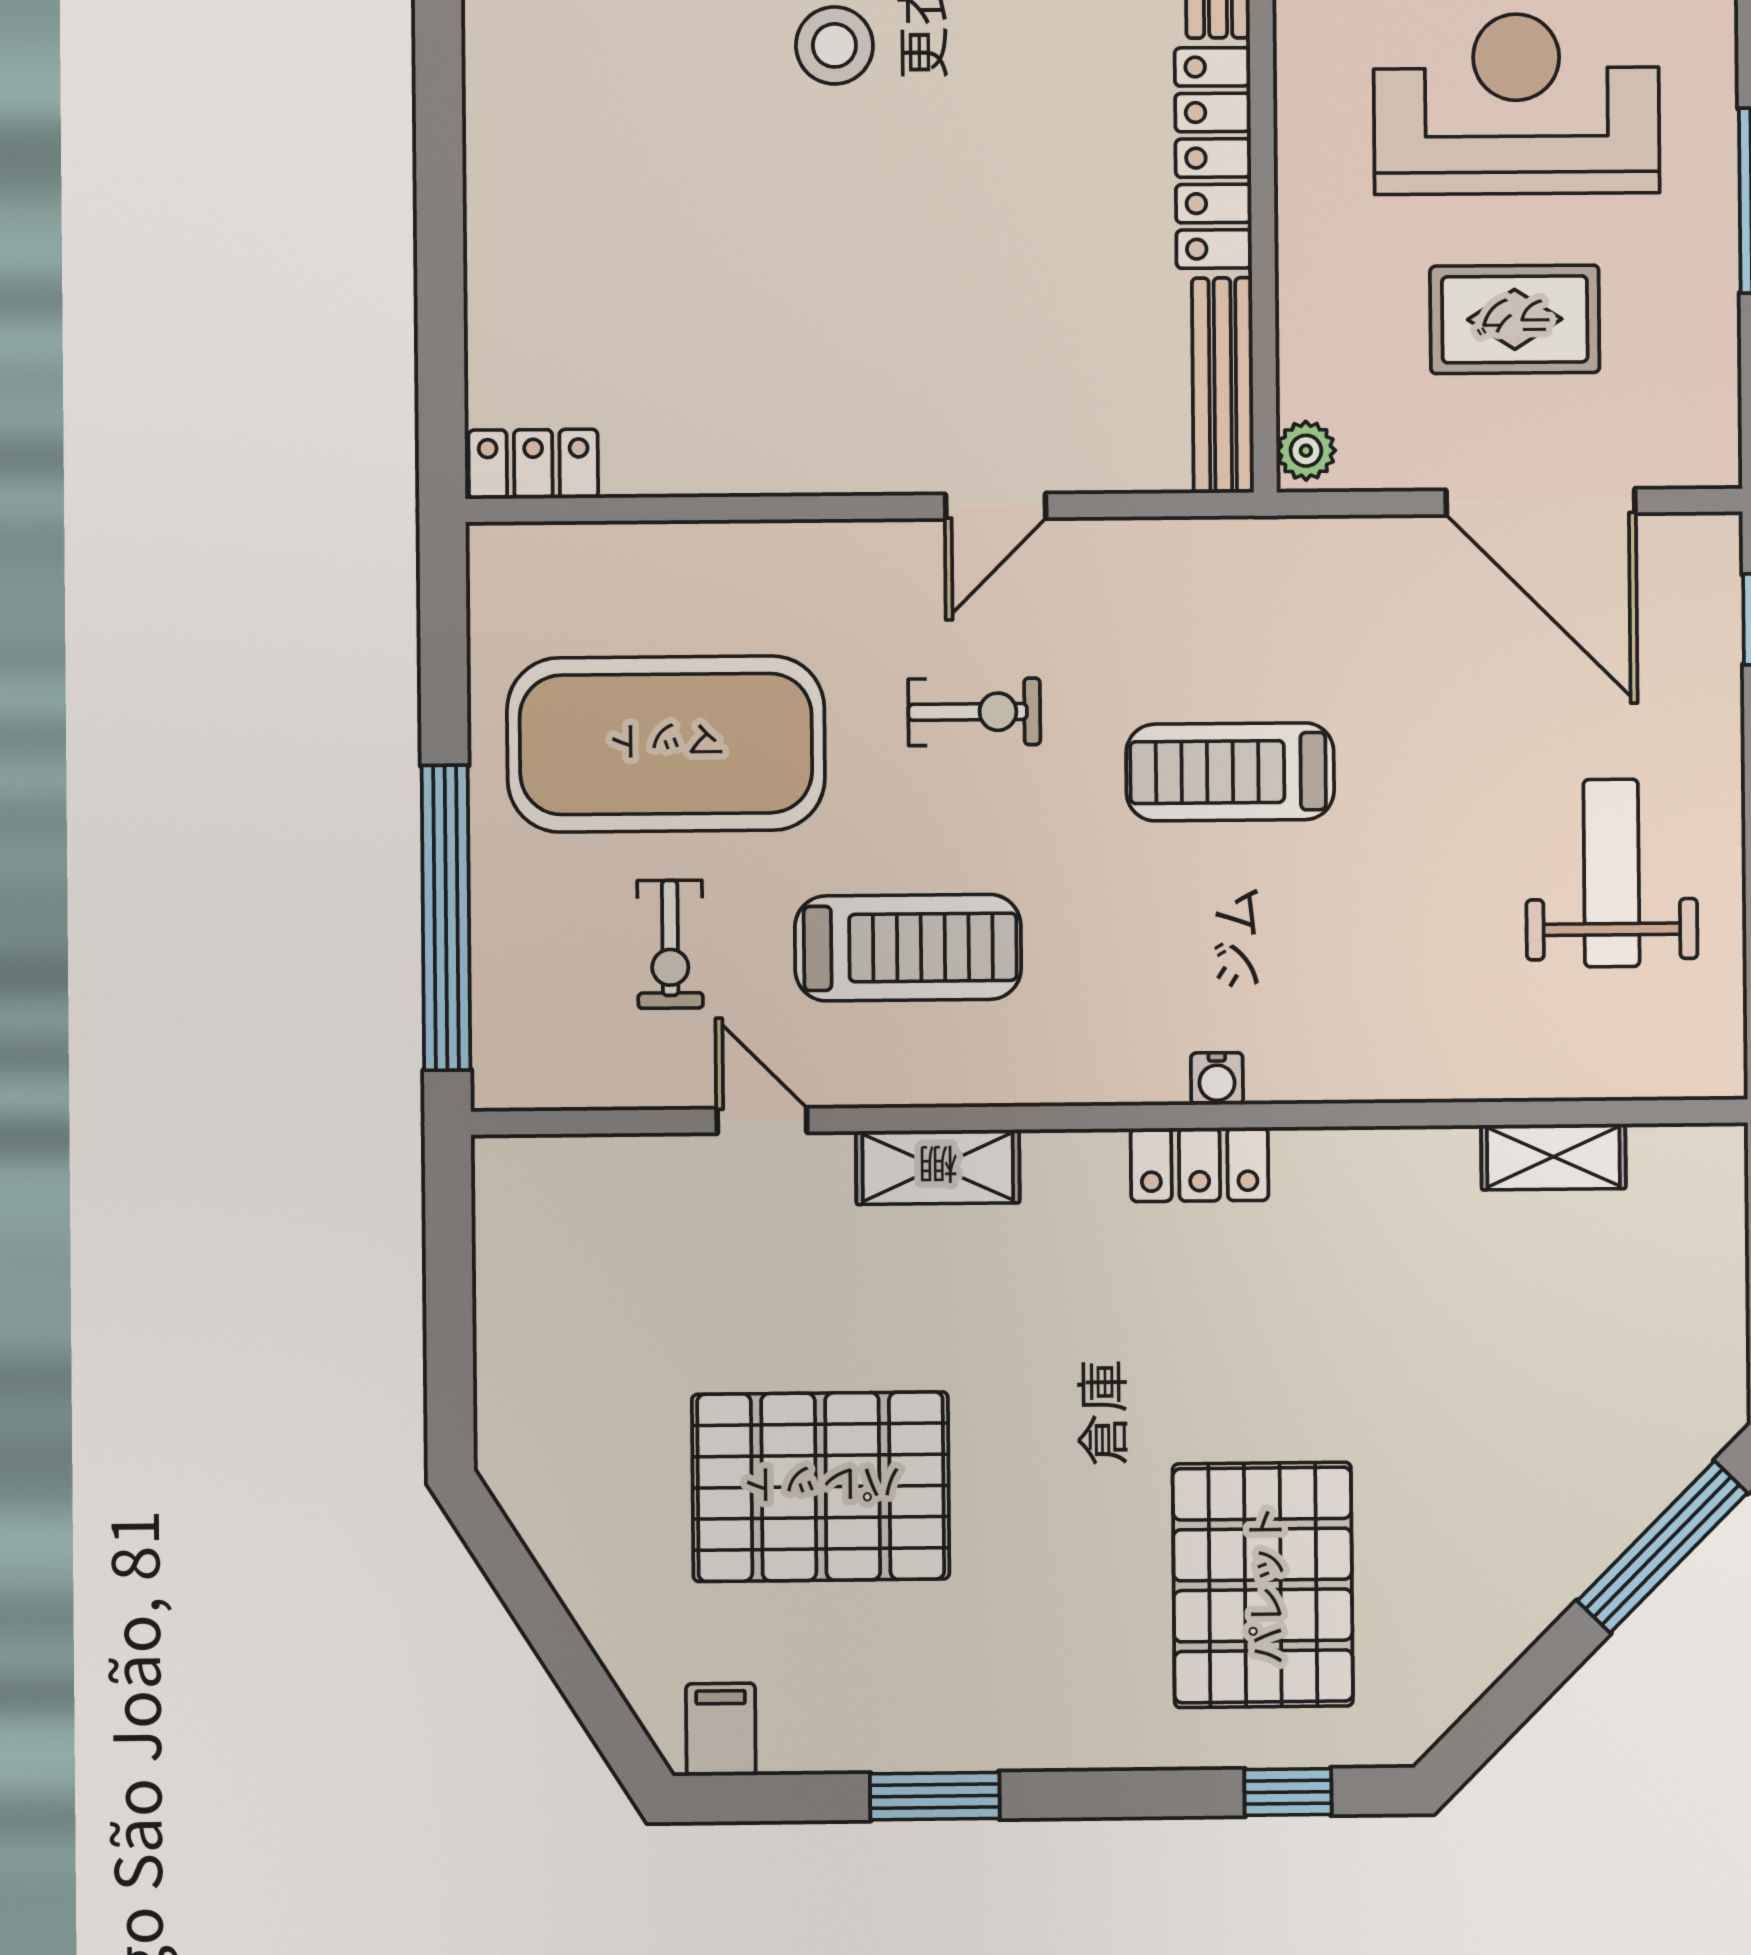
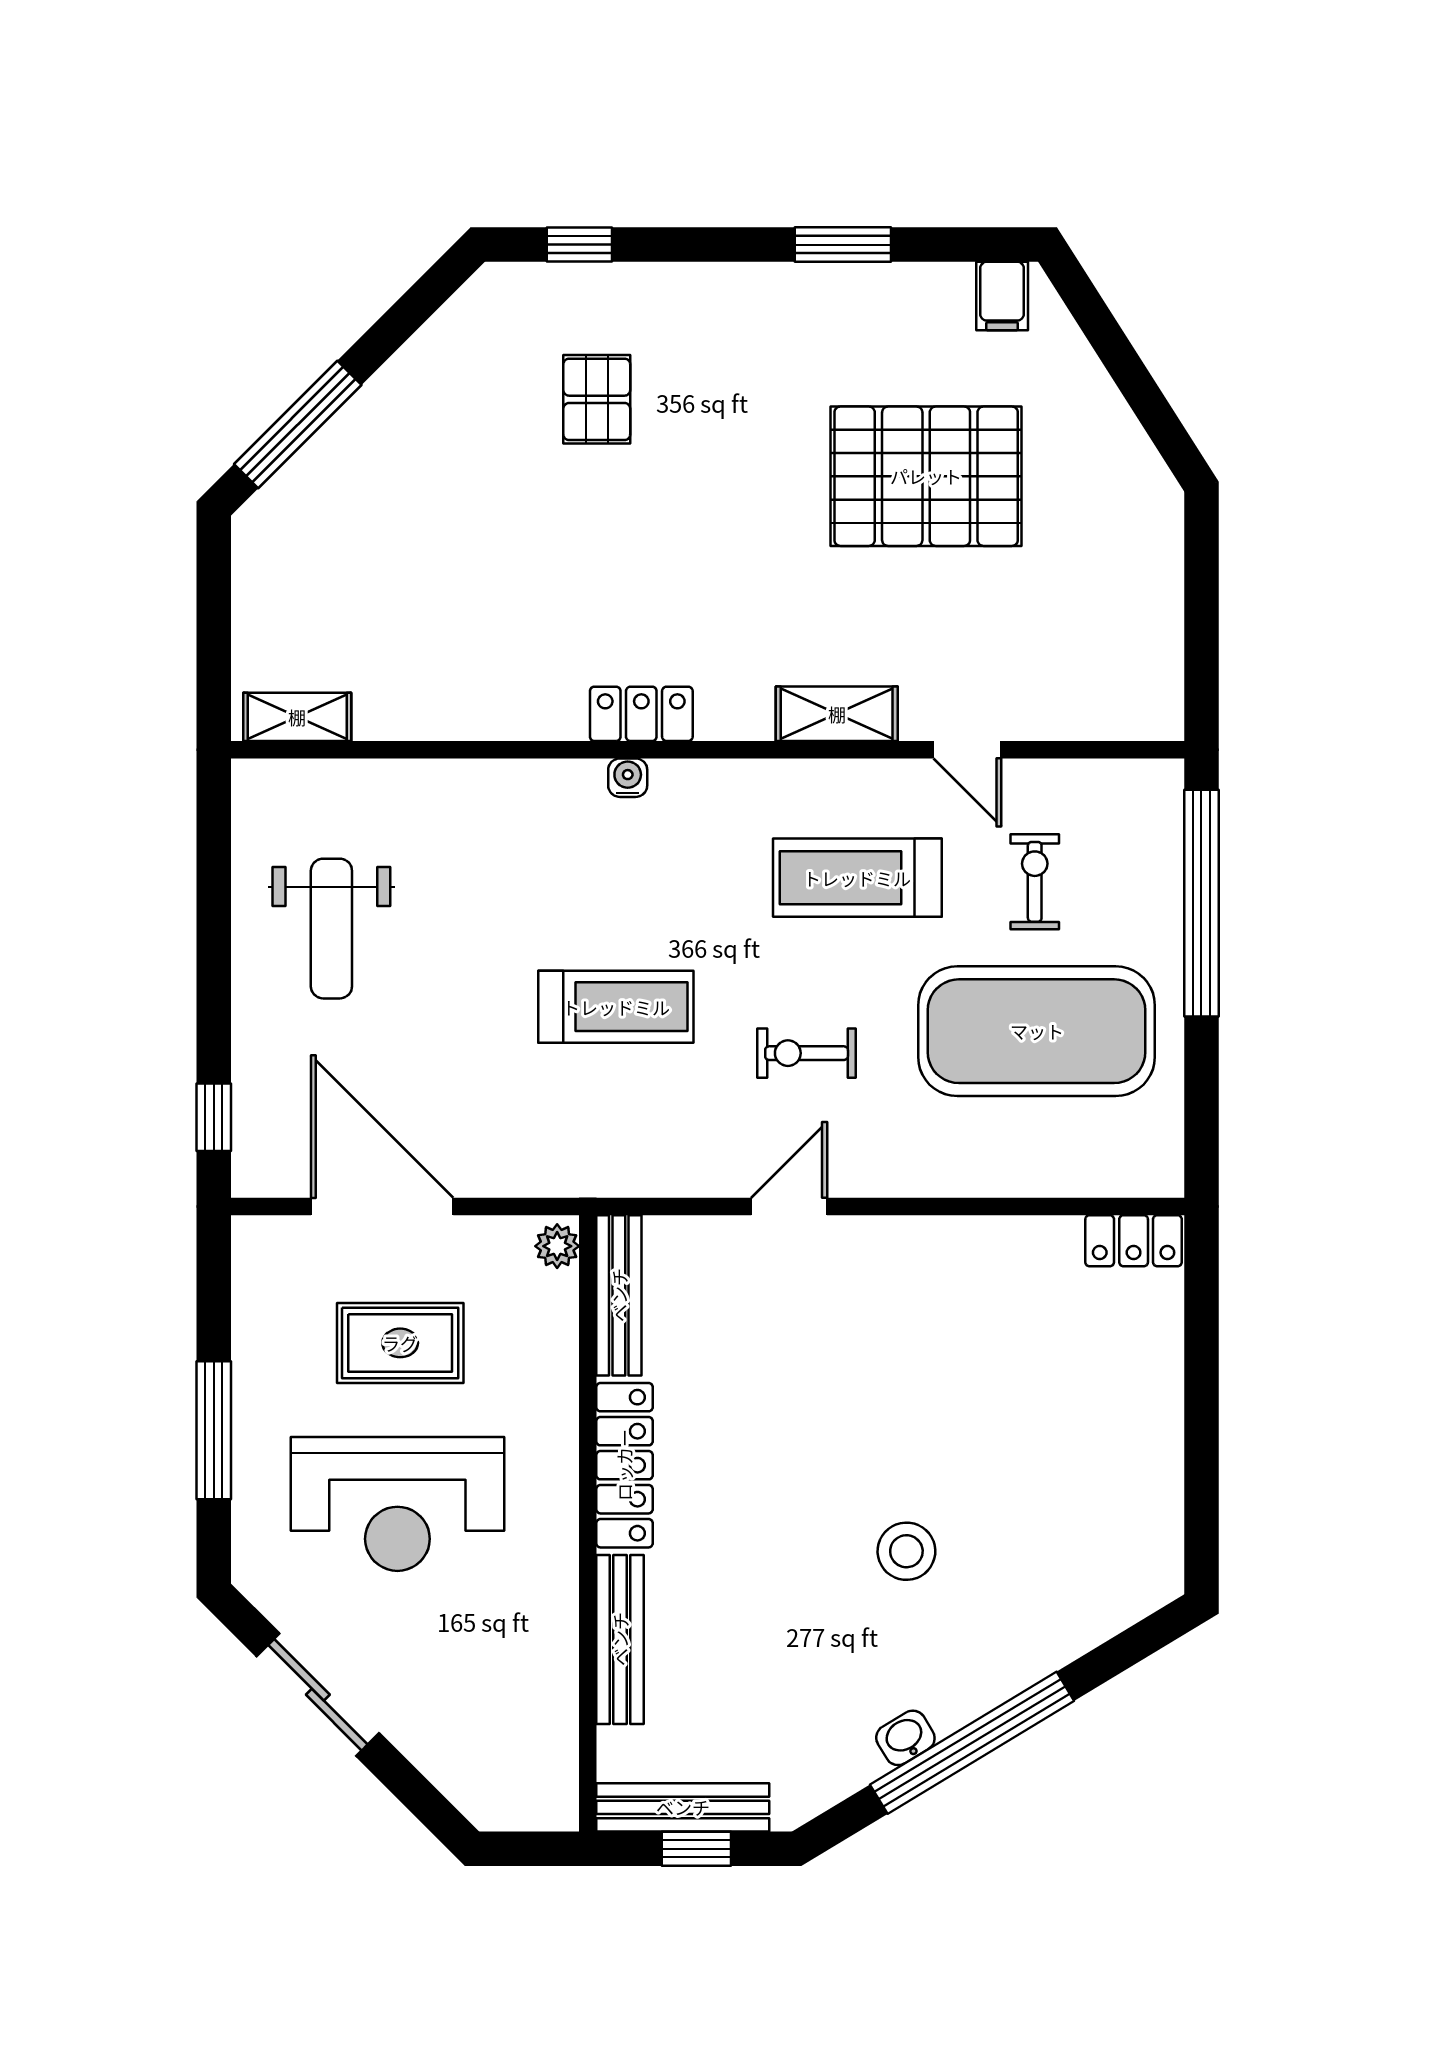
shelving: (1553, 1157) -> (297, 717), moved
pallet: (1263, 1585) -> (597, 399), width x0.49, depth x0.50

